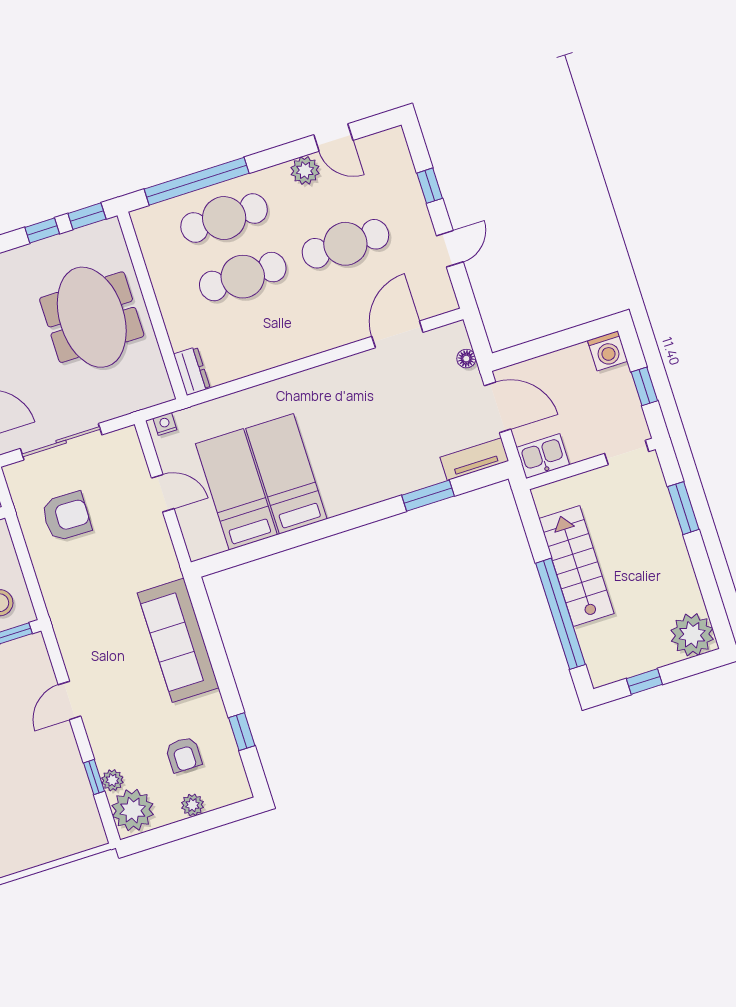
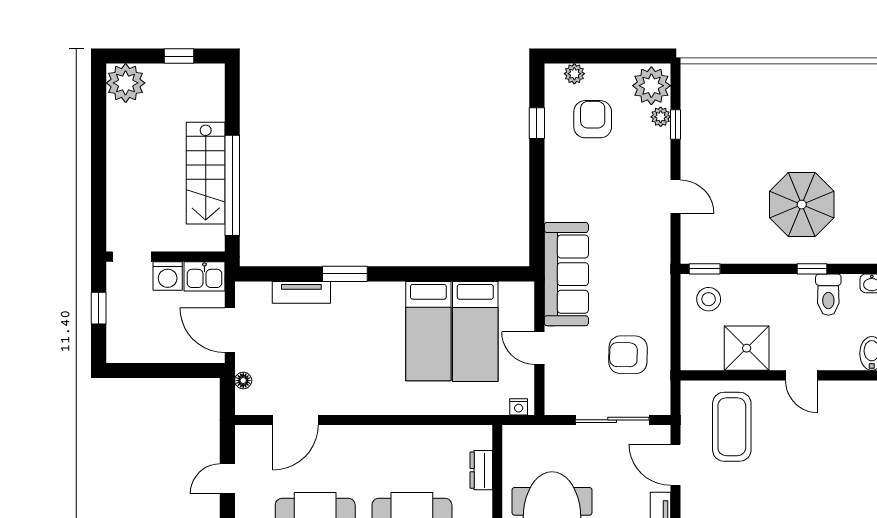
washing machine: (608, 351) -> (168, 276), moved, turned 180
dresser: (192, 371) -> (481, 470), moved
tv unit: (474, 459) -> (301, 292), moved
window: (428, 496) -> (345, 274), moved
window: (683, 508) -> (99, 194), removed
window: (561, 614) -> (232, 185), moved
sofa: (178, 640) -> (566, 274), moved
door: (70, 700) -> (676, 197), hinge flipped
armchair: (184, 755) -> (593, 119), width x1.38, depth x1.38
plant: (192, 805) -> (574, 74), moved

